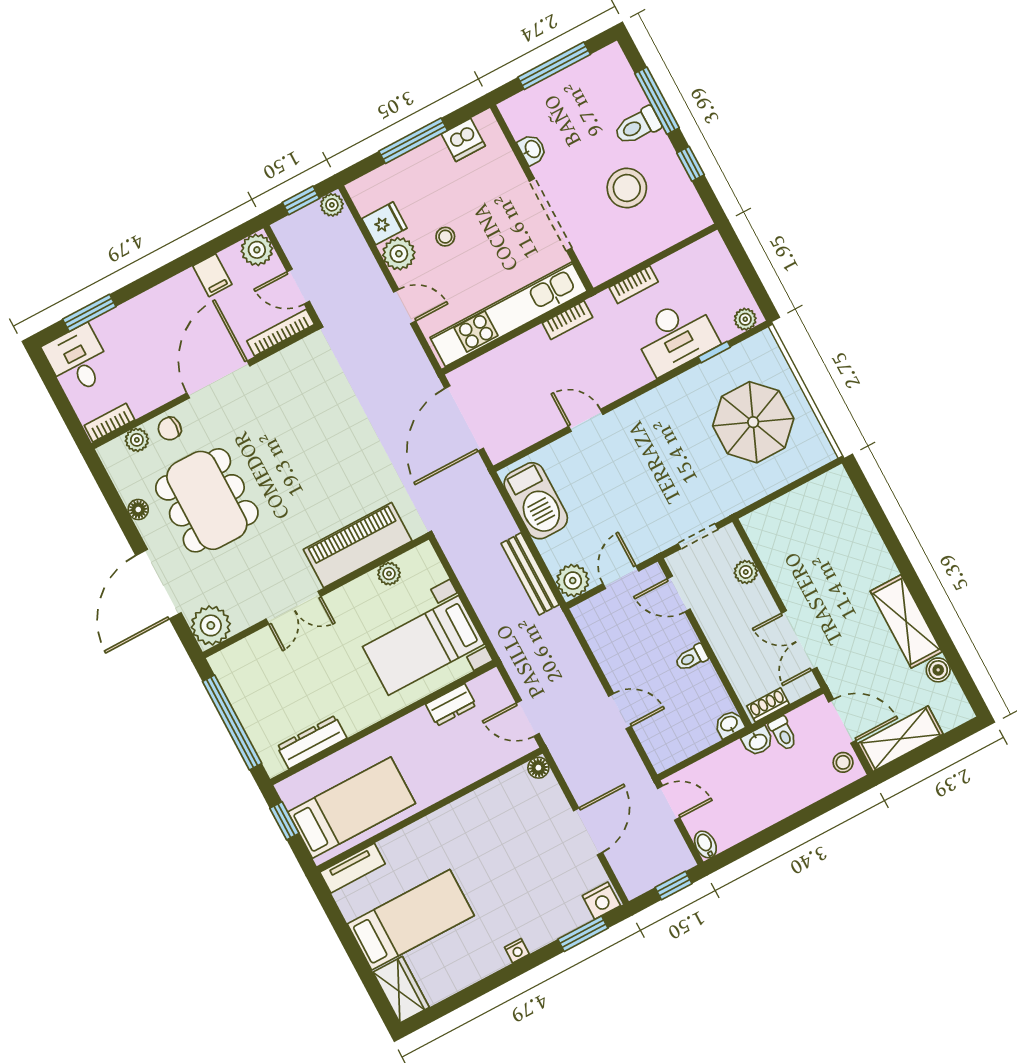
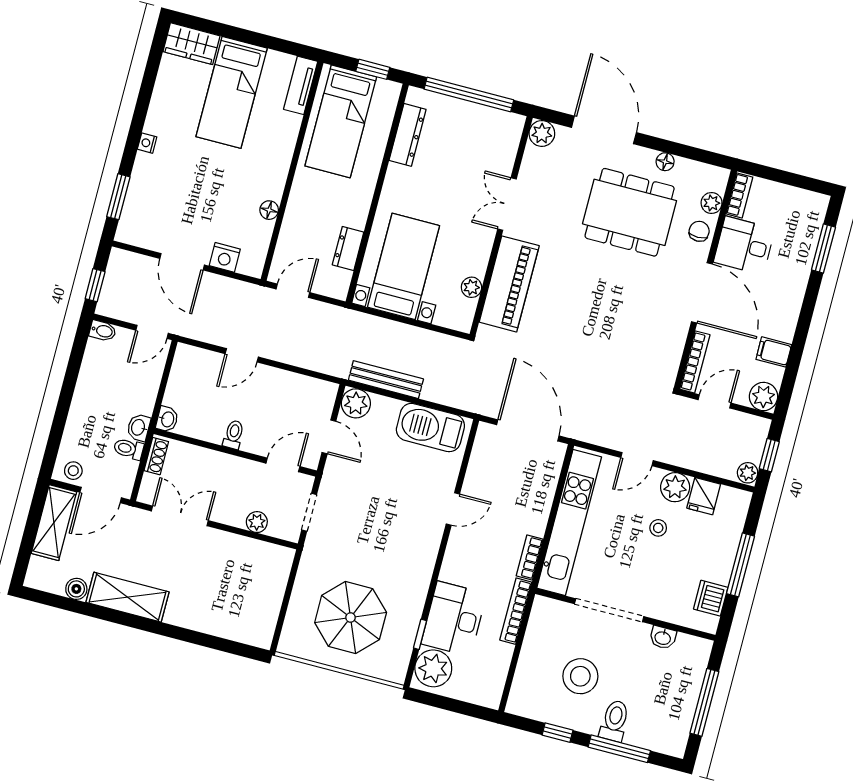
bookcase: (634, 285) -> (516, 611), width x1.56
plant: (745, 319) -> (433, 668), width x1.87, depth x1.87
desk: (78, 360) -> (744, 246), moved, turned 180
plant: (211, 625) -> (542, 133), width x0.73, depth x0.73
floor lamp: (538, 768) -> (269, 210), moved
nightstand: (601, 901) -> (225, 257), moved, turned -90

